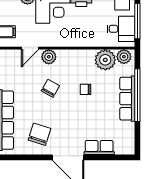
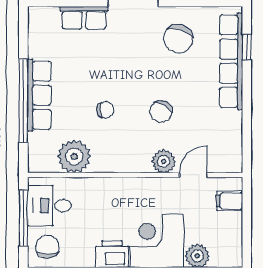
plant: (124, 57) -> (45, 162), removed

